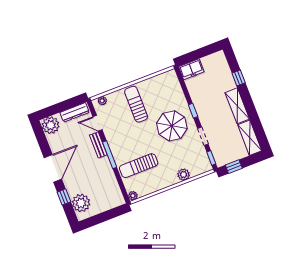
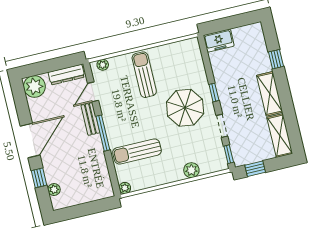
door: (97, 123) -> (93, 92), hinge flipped
plant: (81, 203) -> (54, 189), width x0.53, depth x0.53

